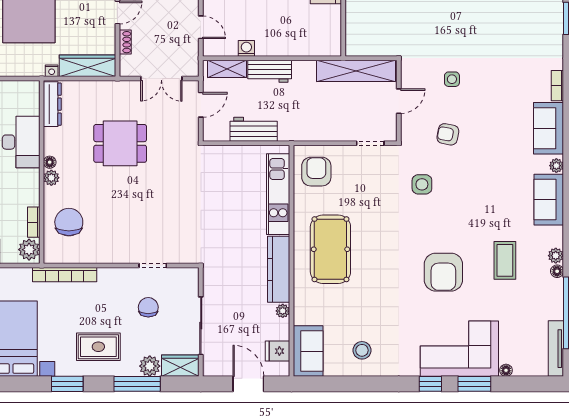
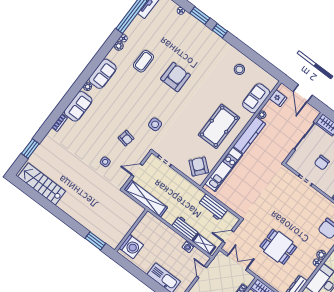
armchair: (316, 172) -> (199, 166), turned 130
corner sofa: (459, 349) -> (195, 37), removed
sofa: (308, 351) -> (256, 98), moved

